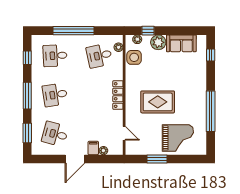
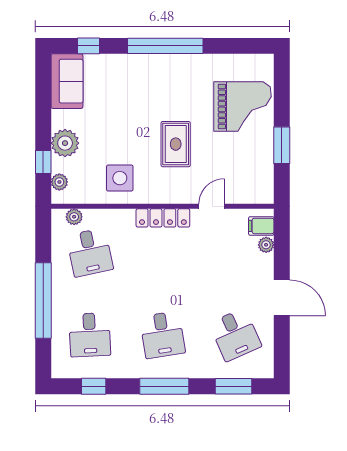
sofa: (181, 43) -> (67, 81), moved
side table: (134, 57) -> (120, 178), moved
rug: (158, 102) -> (176, 144), width x0.73, depth x0.70
window: (211, 111) -> (165, 46), moved
door: (124, 133) -> (212, 206), moved
desk: (55, 134) -> (235, 335), turned -39
grand piano: (178, 138) -> (243, 107), turned 90
filing cabinet: (93, 148) -> (261, 226), moved

